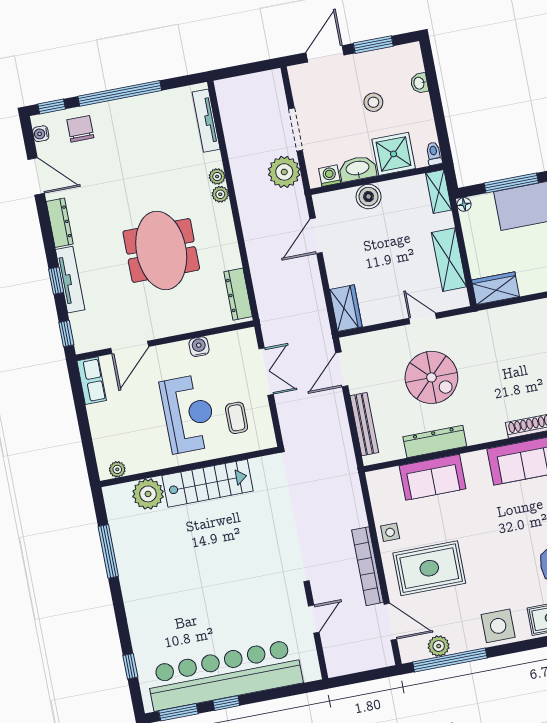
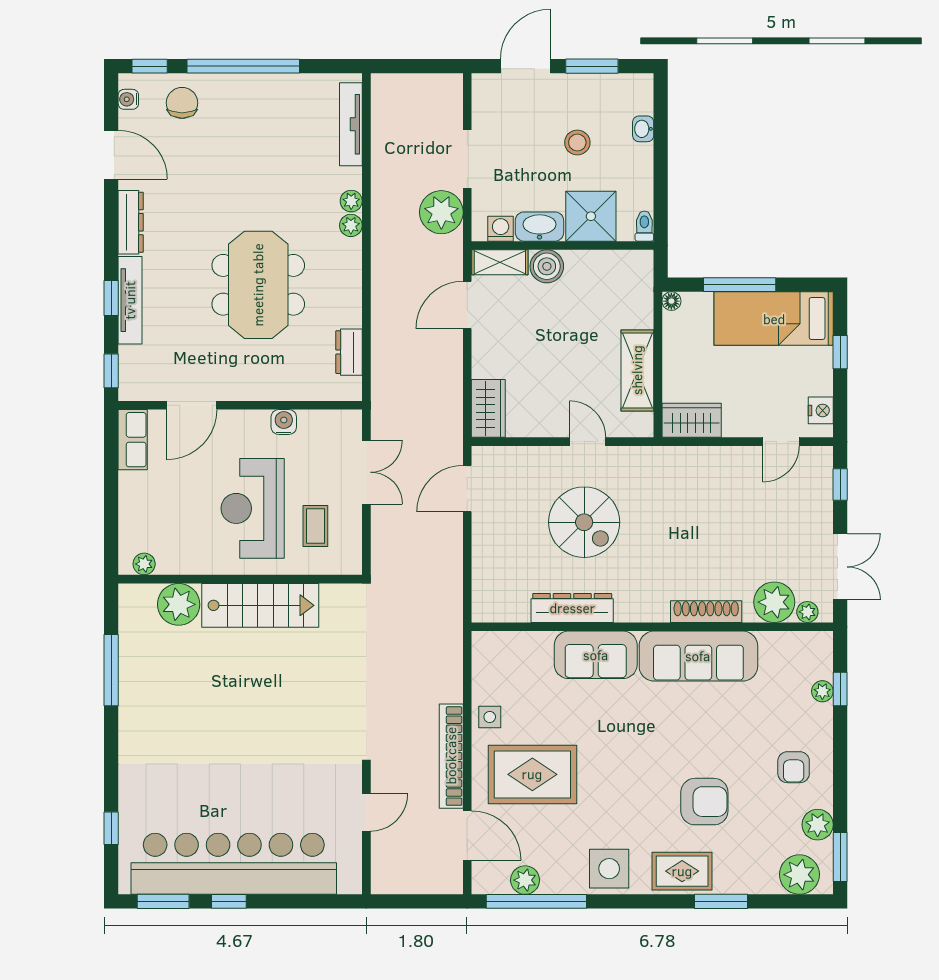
shelving: (439, 192) -> (500, 262), moved, turned 90
dresser: (238, 294) -> (349, 352), width x0.70
reception desk: (188, 414) -> (253, 508), turned 180
bench: (364, 424) -> (483, 567), removed
sofa: (433, 477) -> (596, 655), moved

